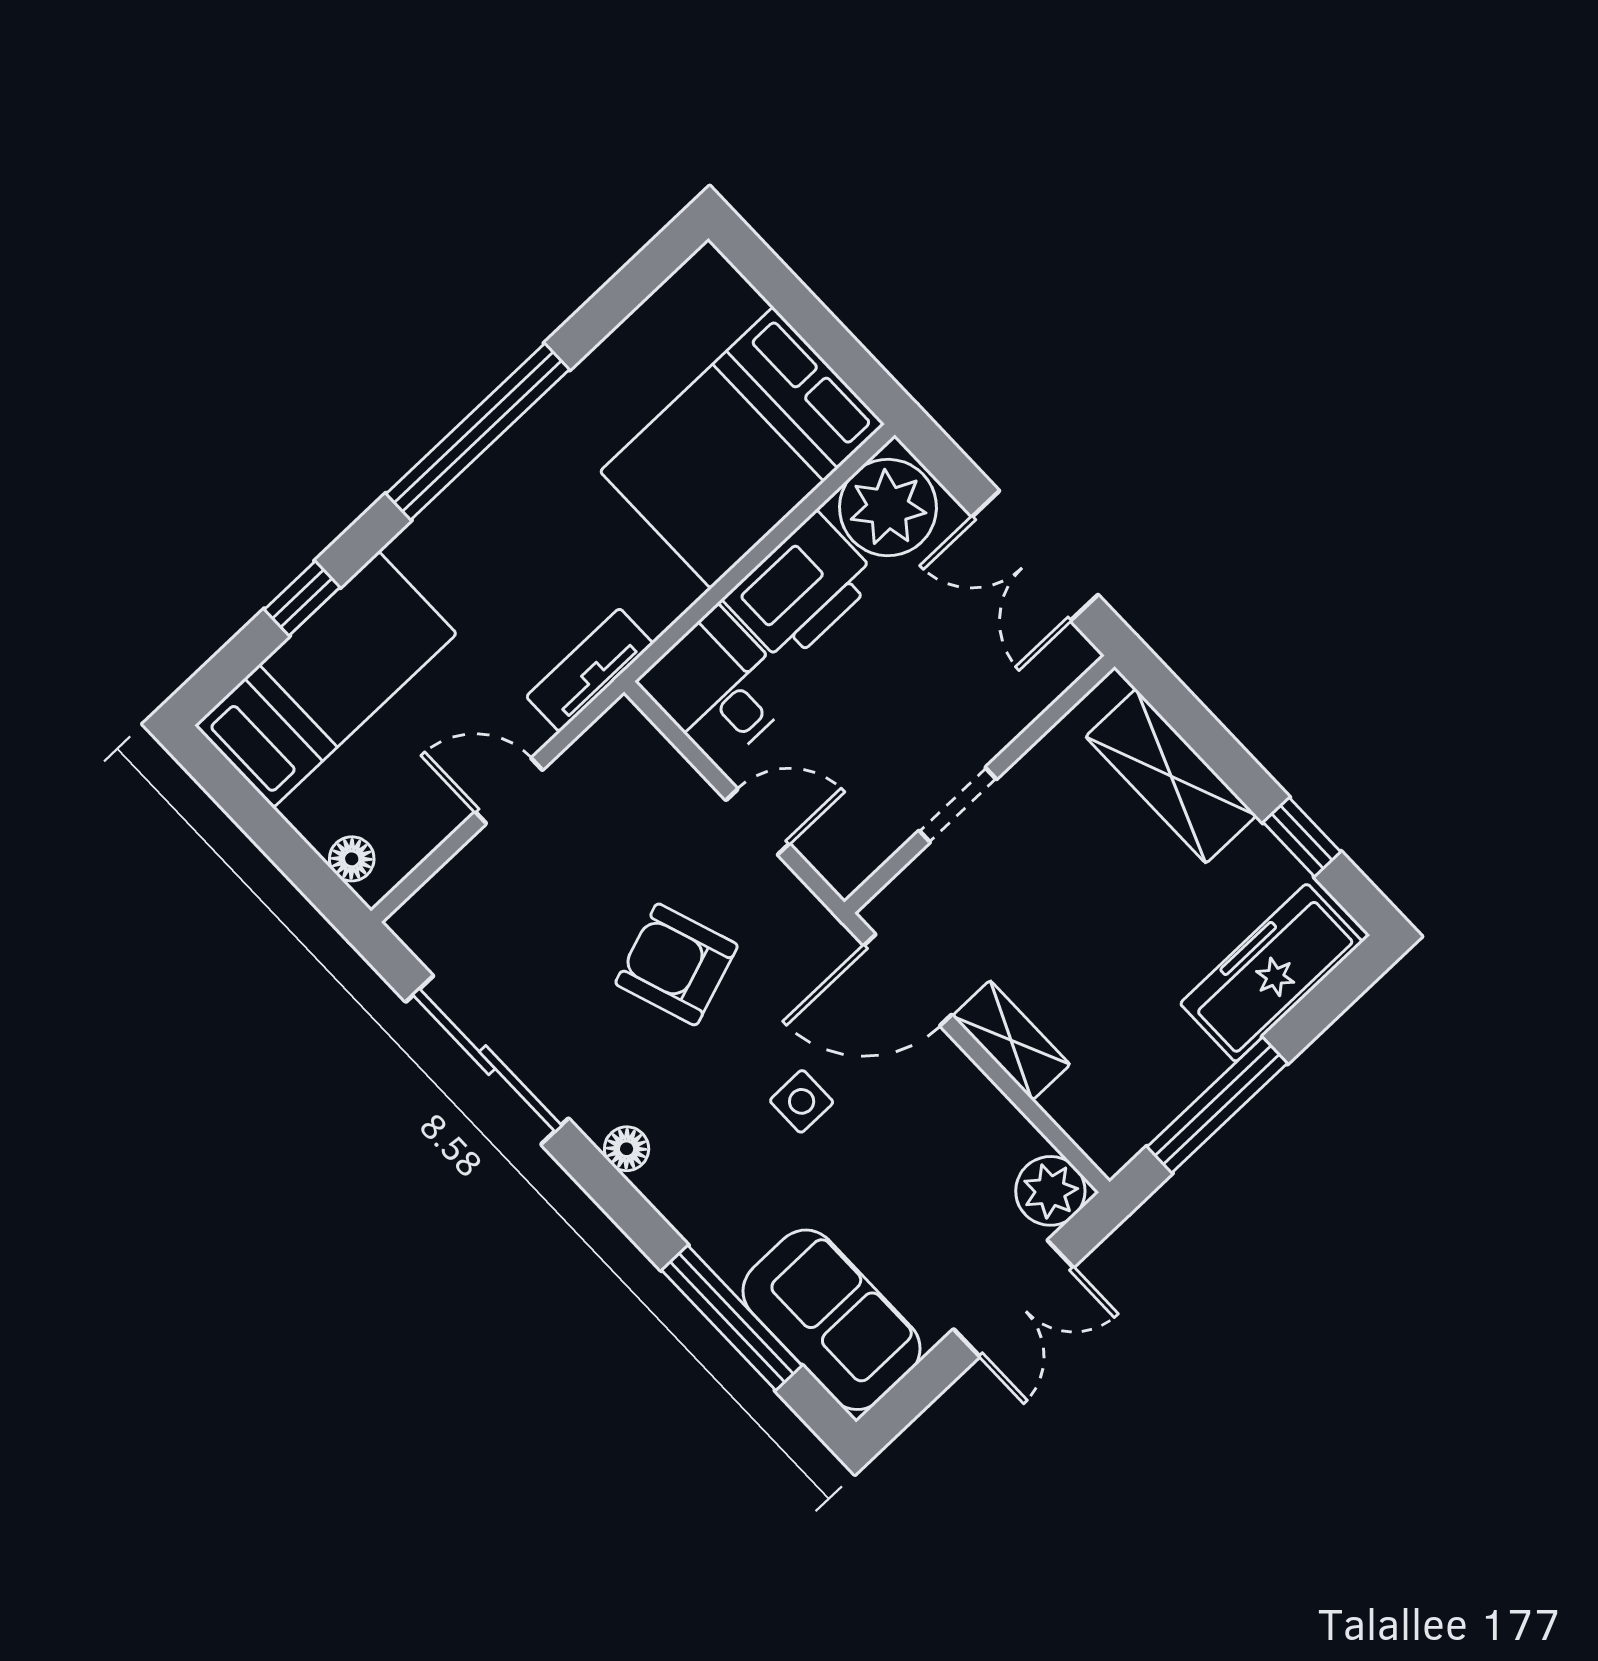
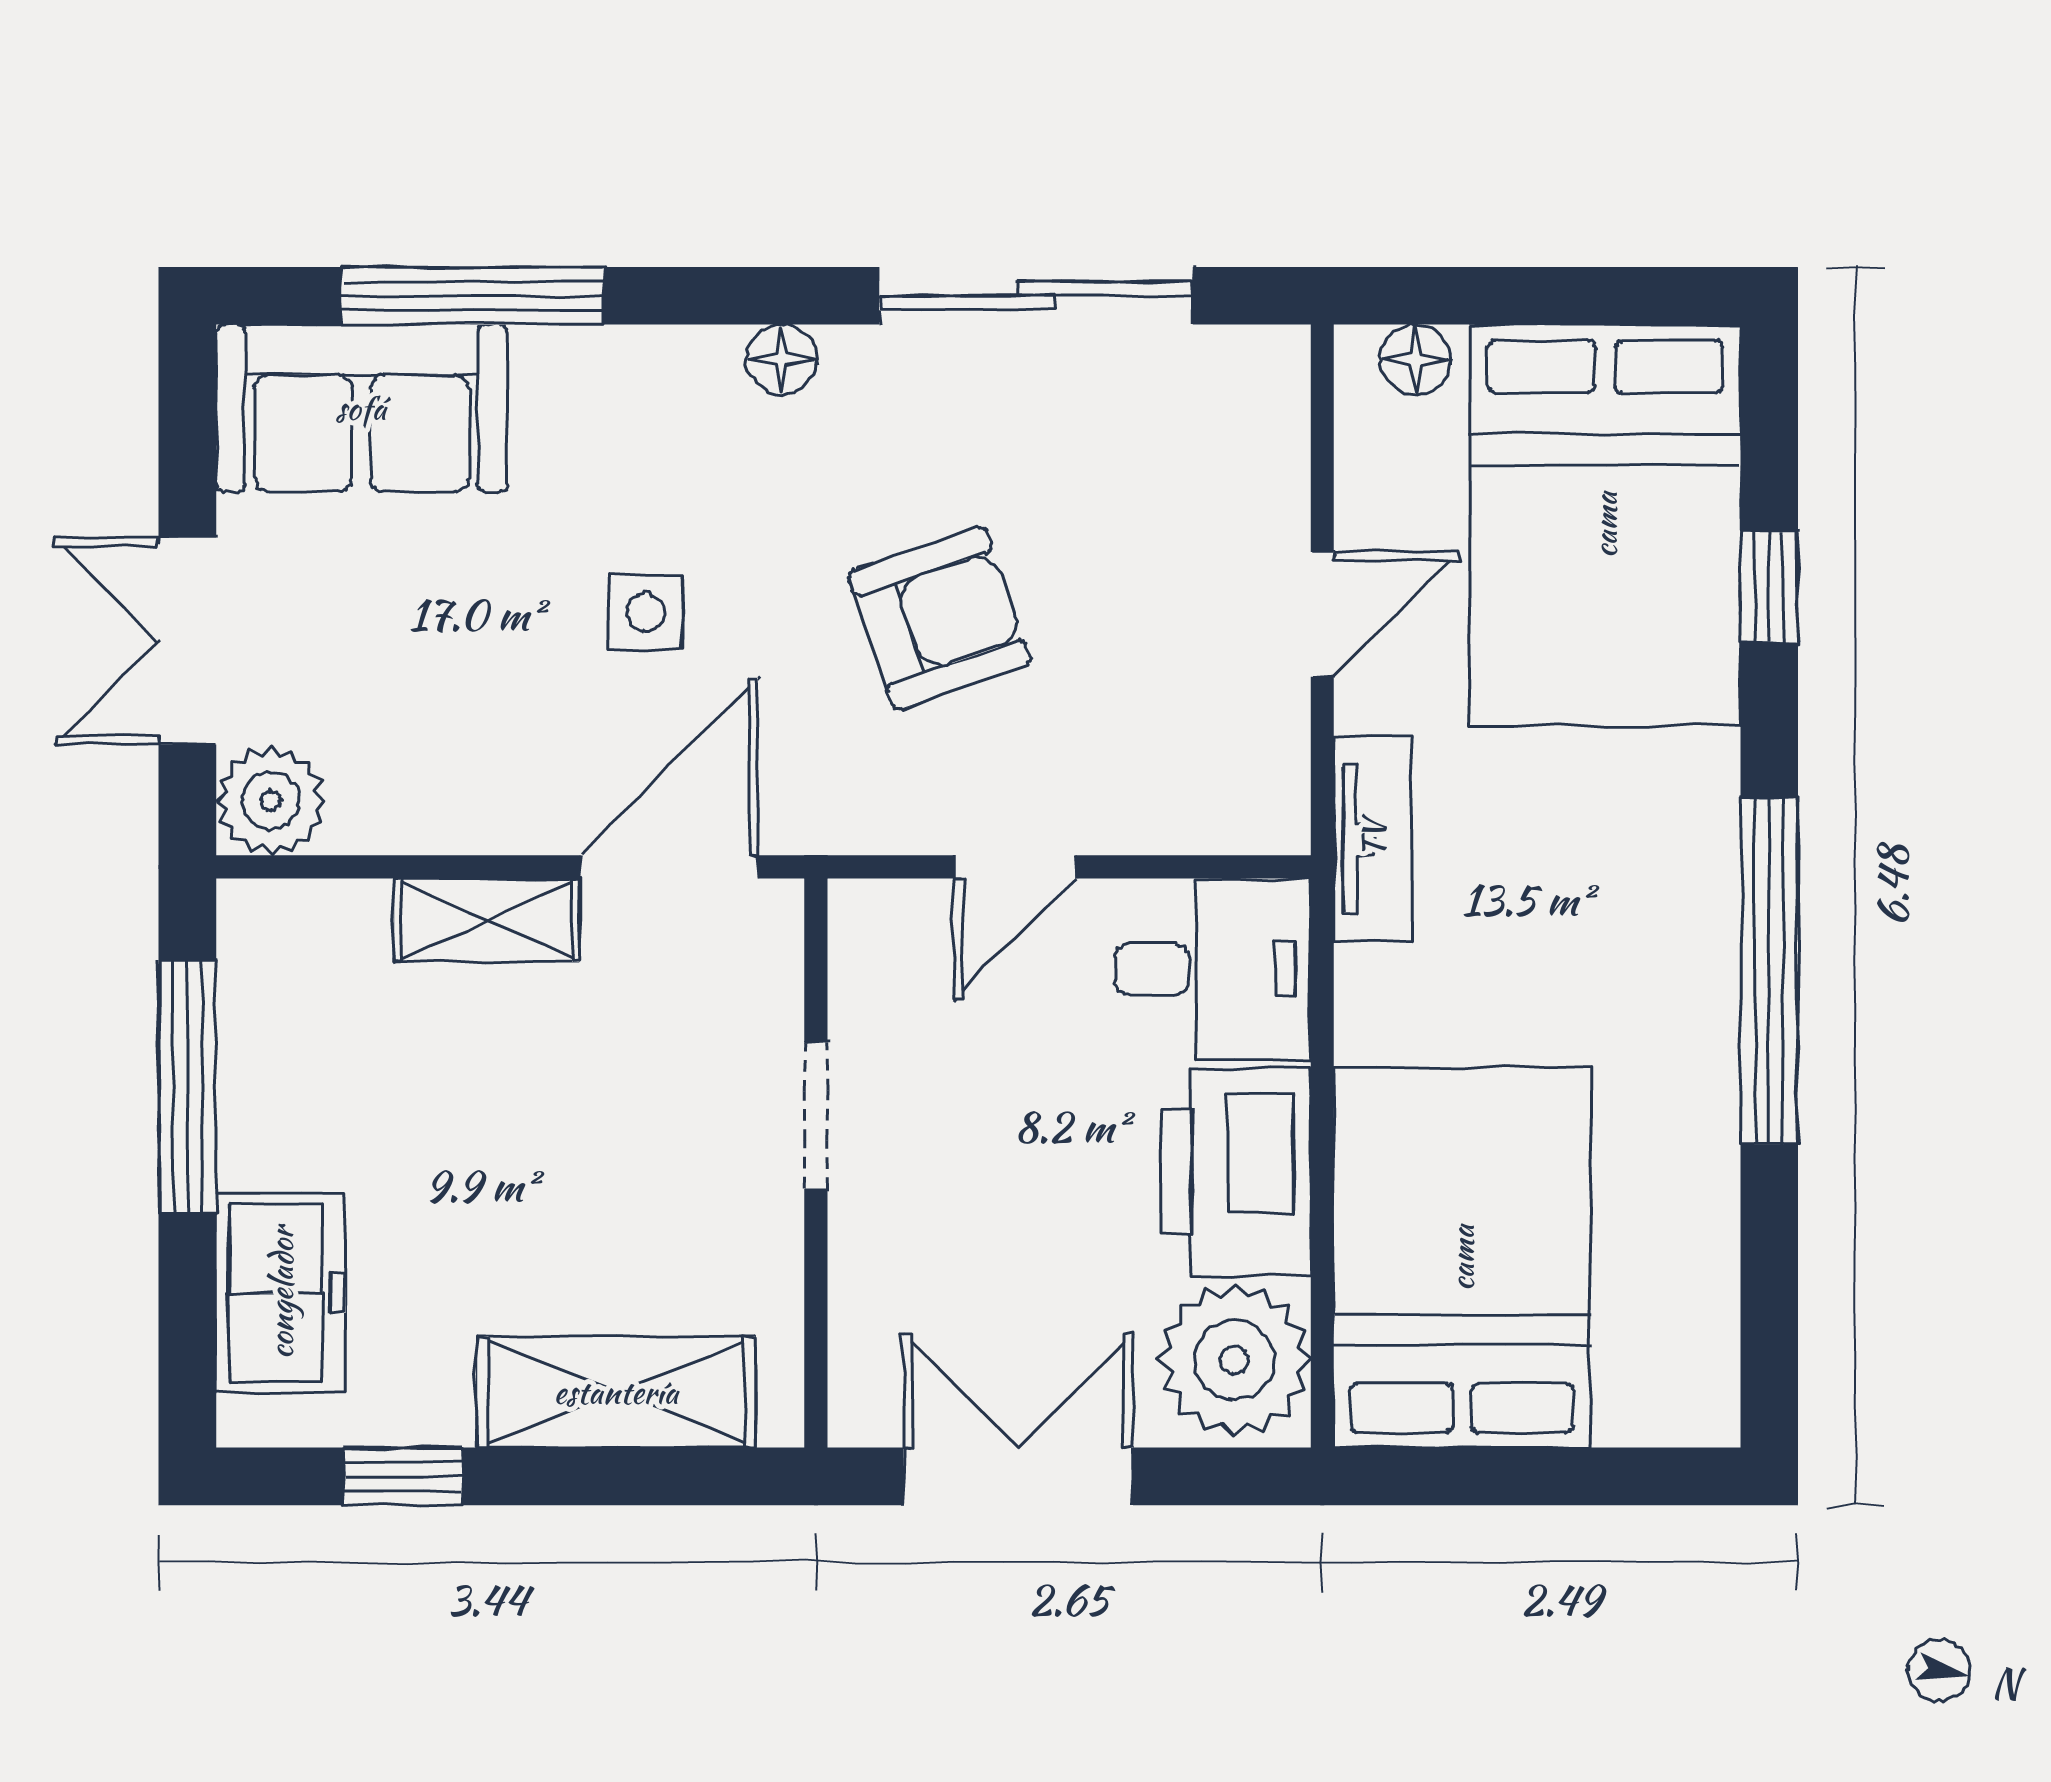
bed: (326, 679) -> (1605, 525), width x1.50
freezer: (1271, 973) -> (281, 1293), width x0.71

